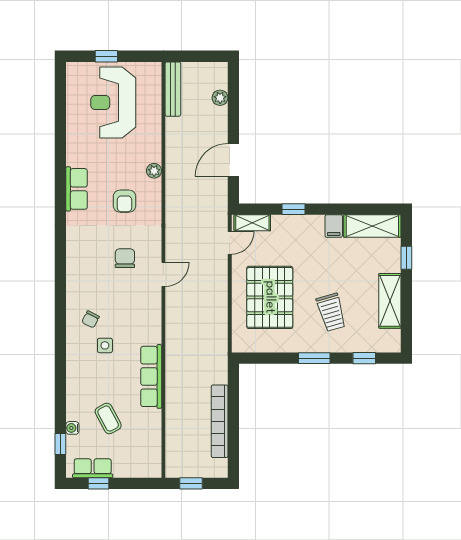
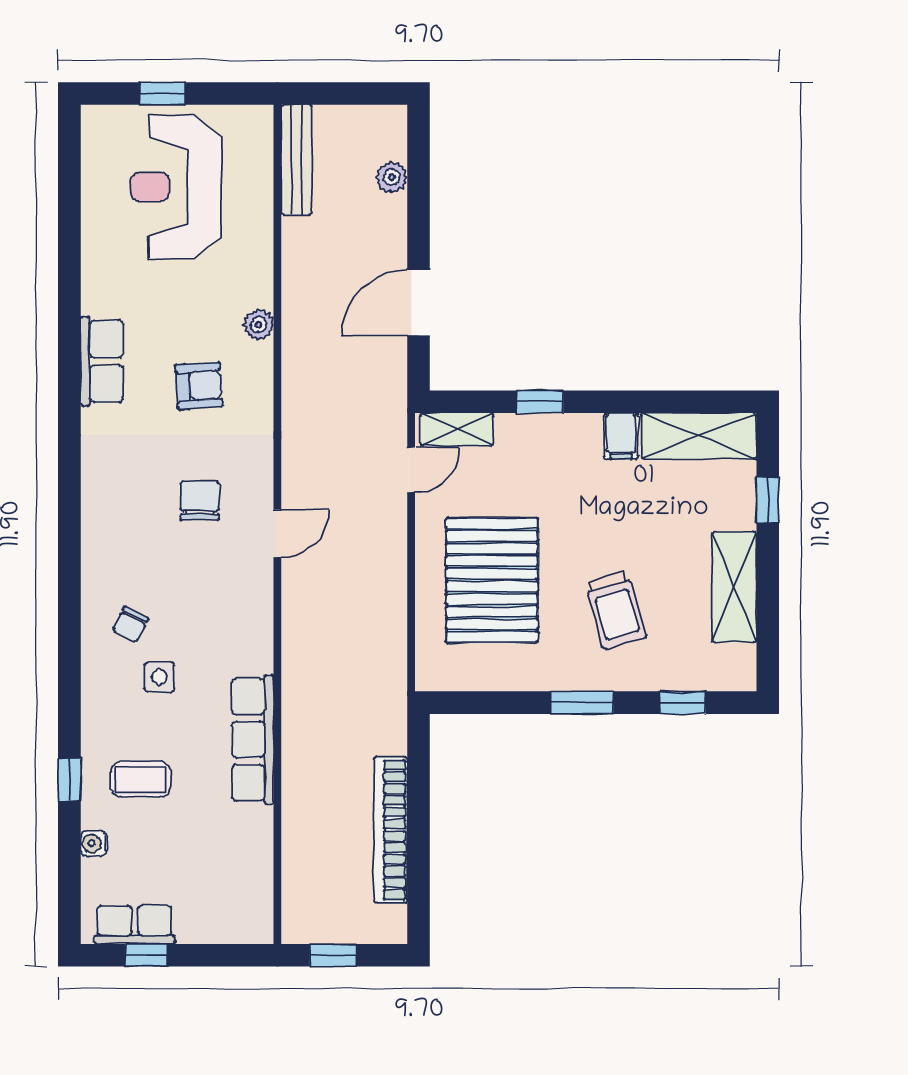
armchair: (125, 201) -> (199, 386), turned -94
coffee table: (108, 418) -> (141, 779), moved, turned -62
window: (60, 444) -> (69, 780), moved

